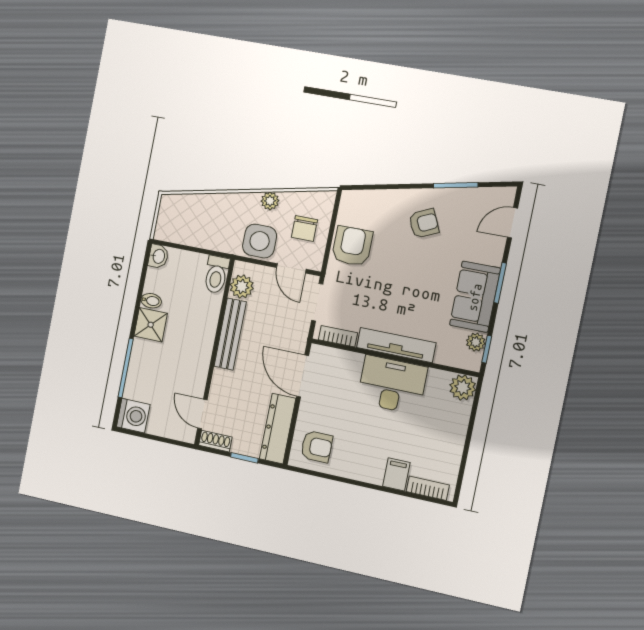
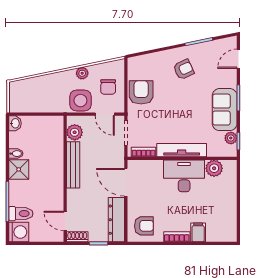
toilet: (216, 274) -> (21, 214), moved, turned -90
plant: (463, 387) -> (214, 168), moved
bookcase: (428, 488) -> (177, 237), moved

